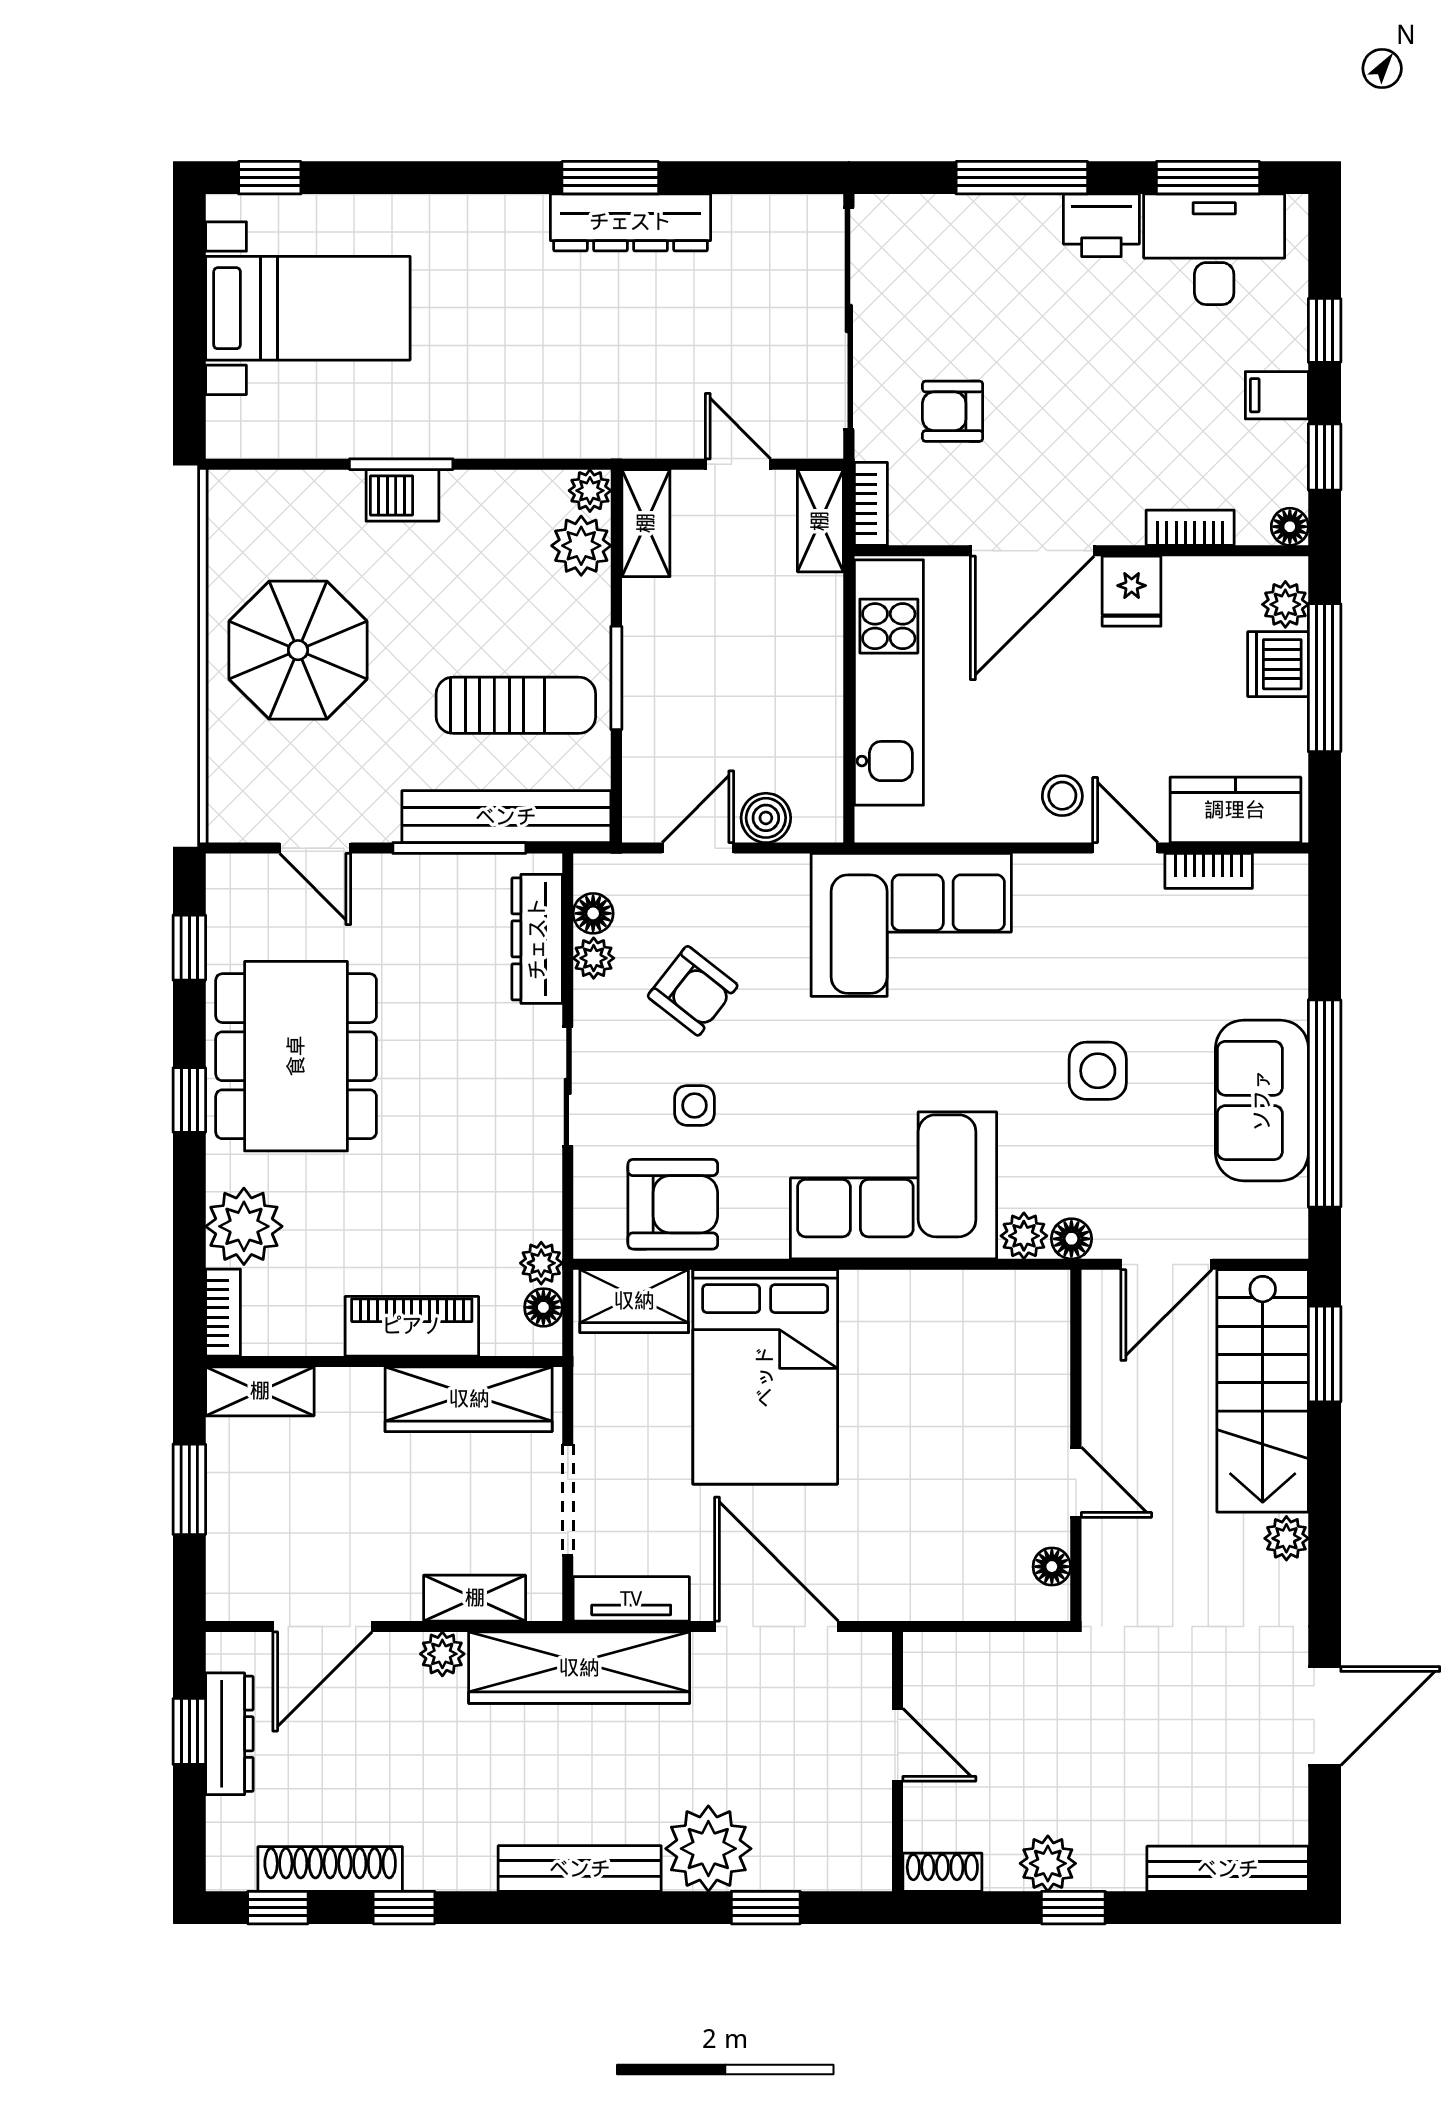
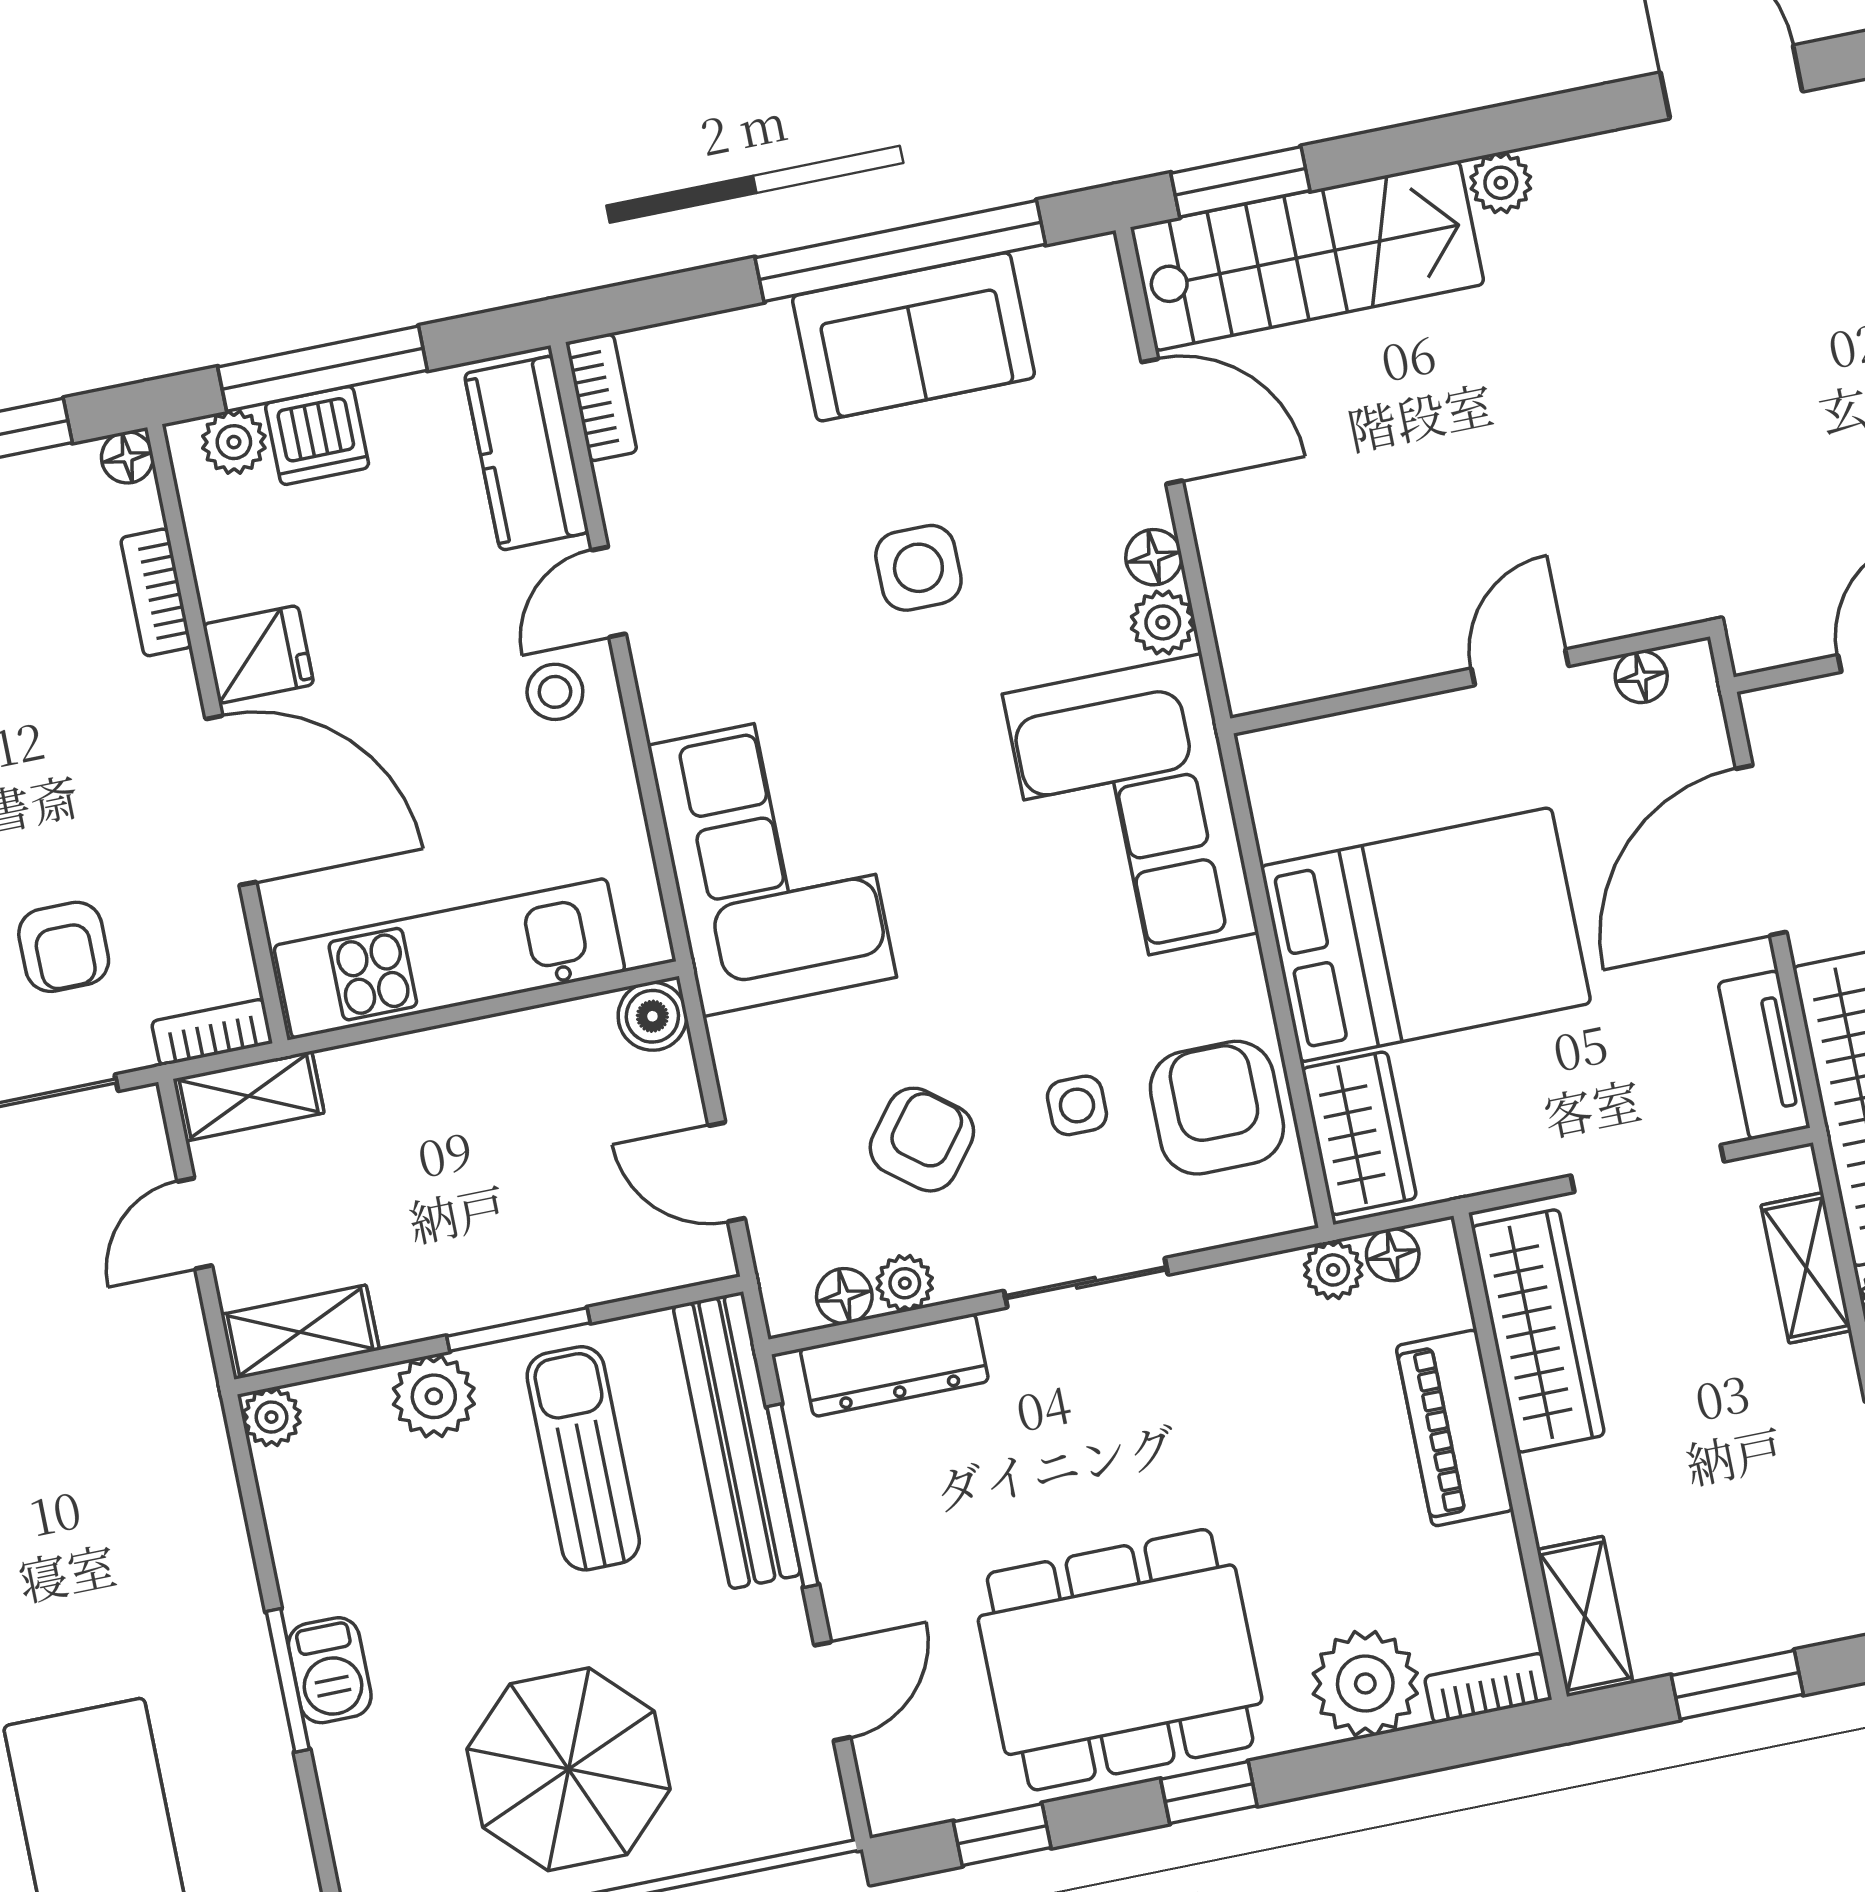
plant: (581, 546) -> (434, 1396), moved
boiler: (766, 818) -> (652, 1016), moved
bookcase: (1209, 871) -> (601, 398), moved
wall: (1076, 1445) -> (1470, 677), moved
door: (1076, 1482) -> (1520, 667), moved
floor lamp: (1052, 1567) -> (1641, 677), moved

